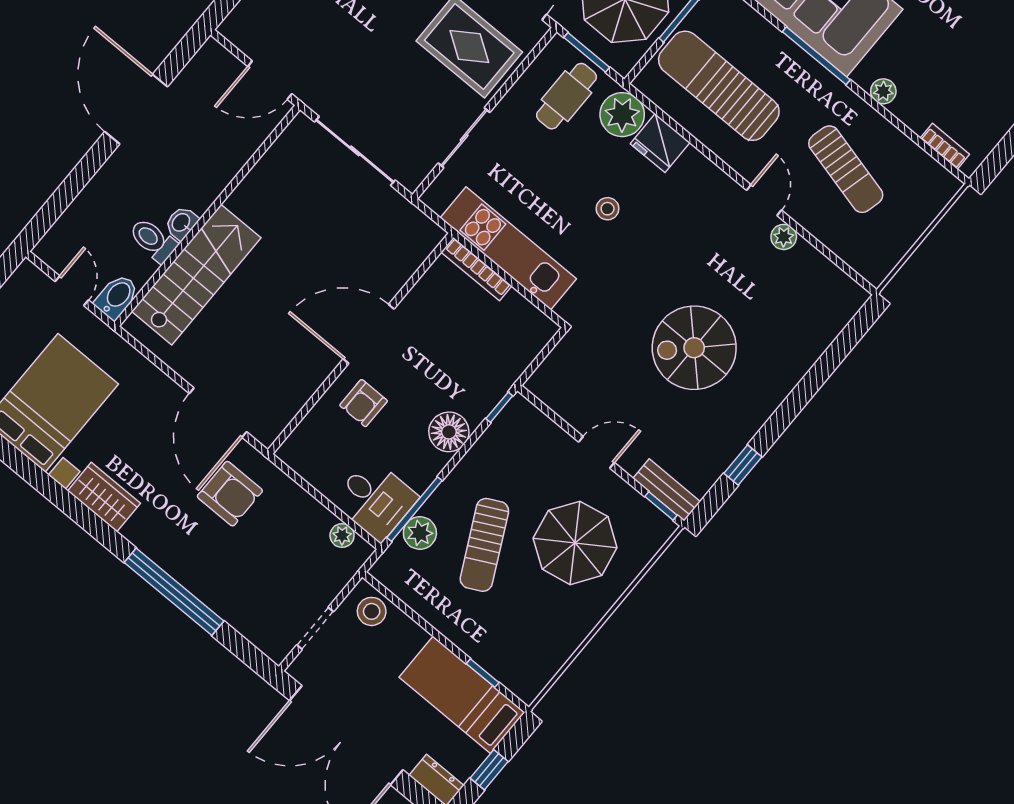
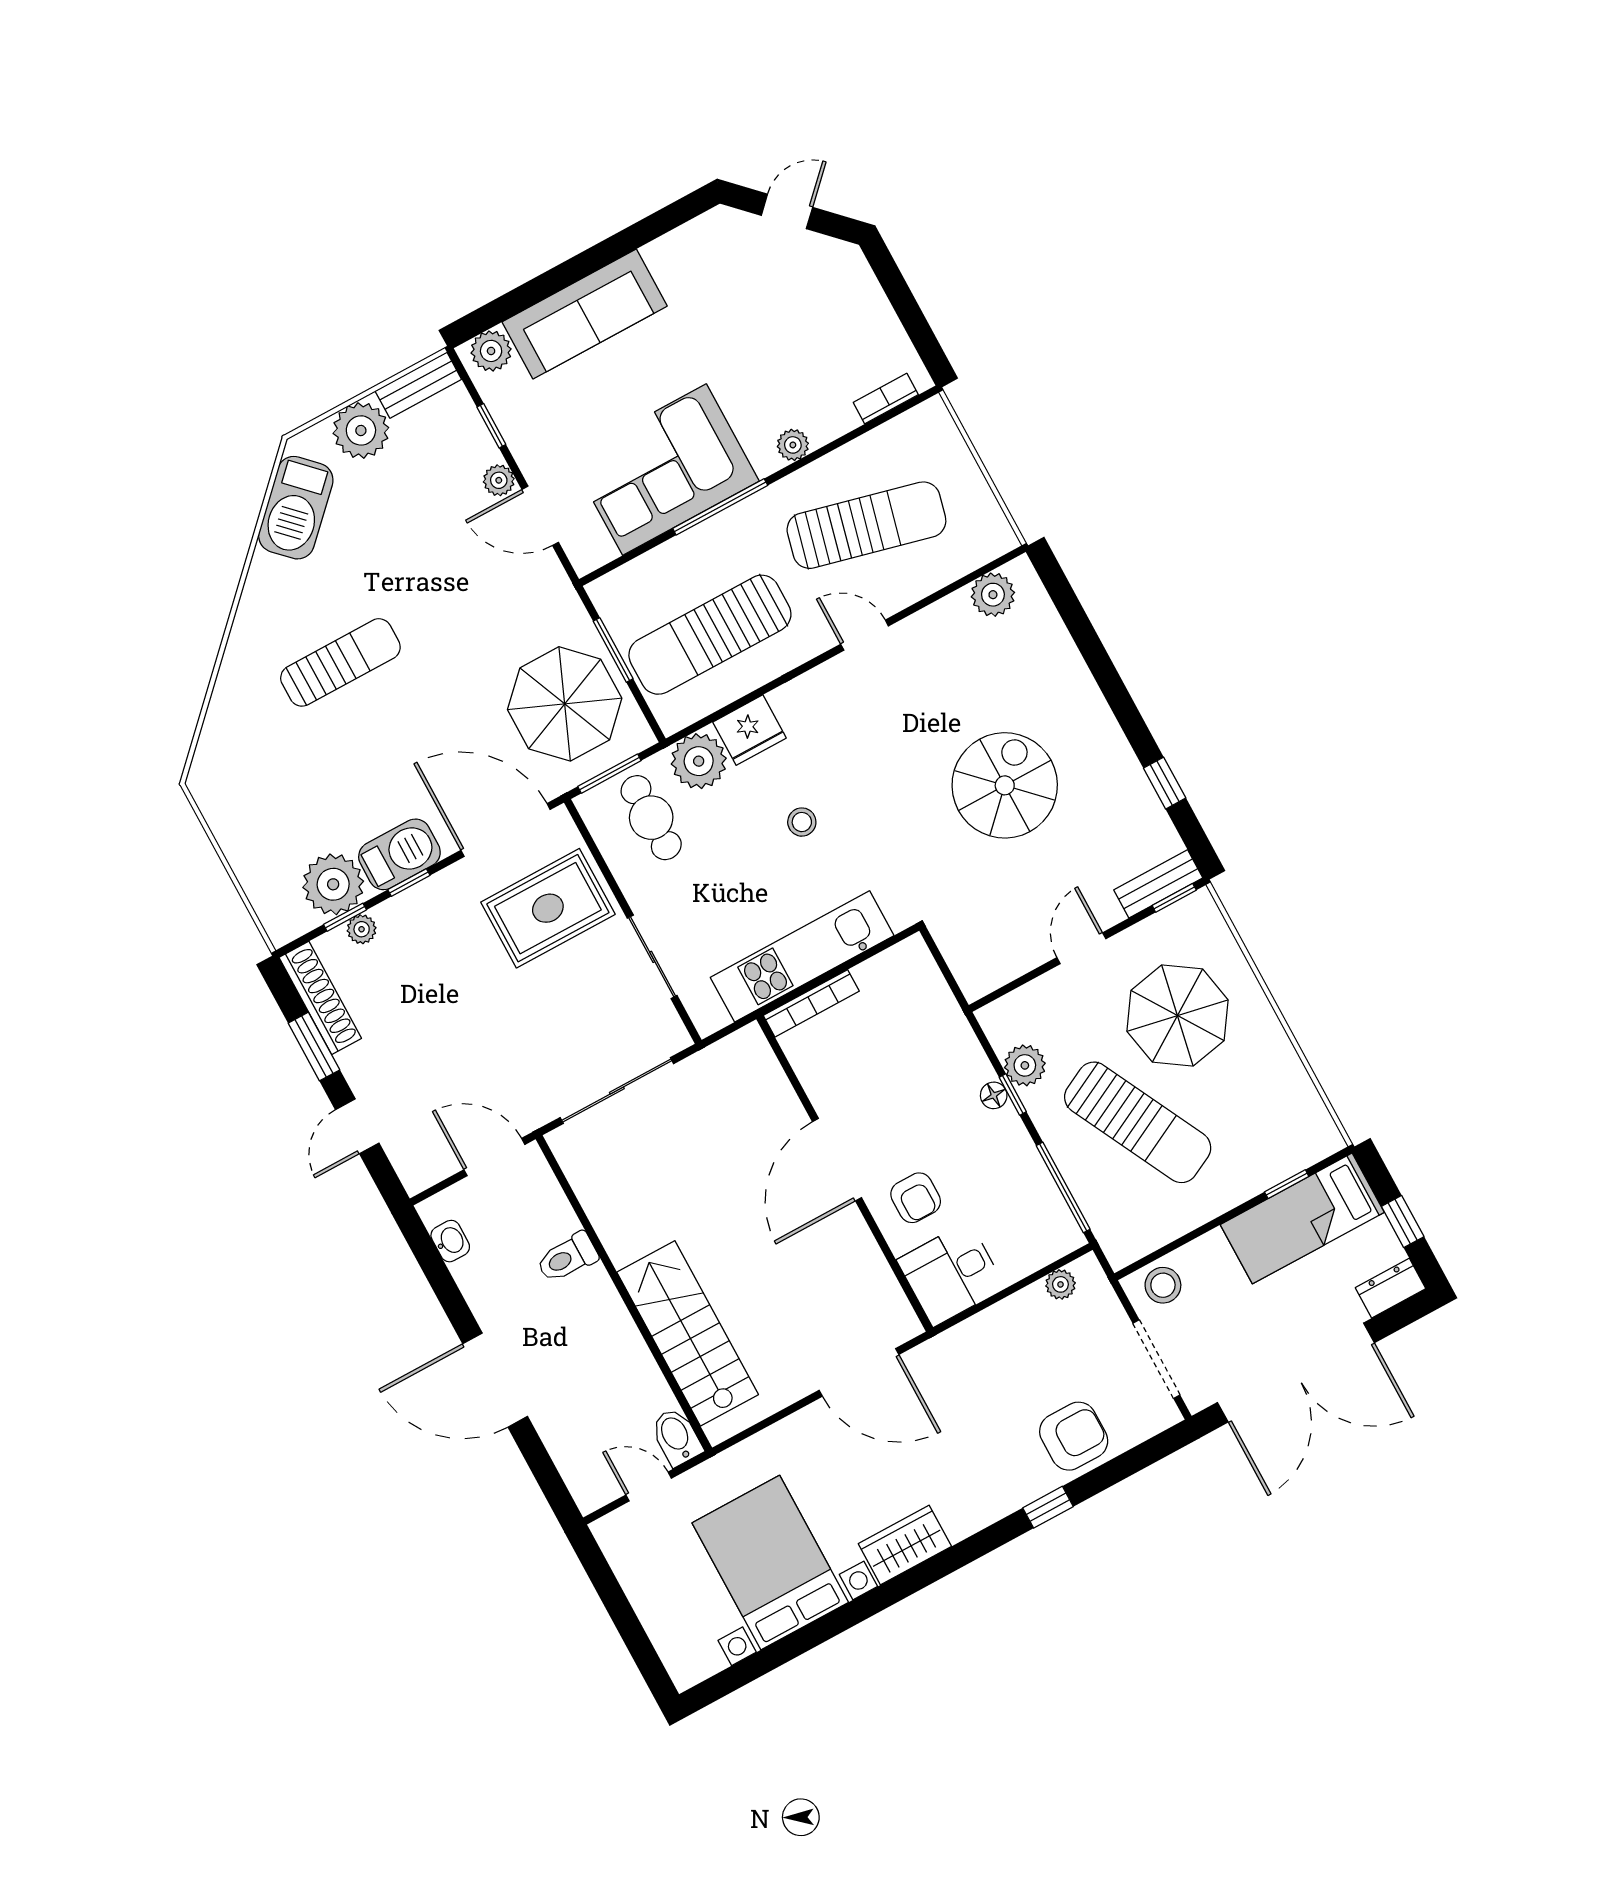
door: (270, 80) -> (494, 1157), swing flipped
door: (136, 109) -> (495, 1380), moved
sun lounger: (846, 169) -> (866, 525), width x1.36, depth x1.34
washbasin: (181, 223) -> (450, 1241), moved, turned 180
plant: (784, 237) -> (993, 595), moved, width x1.38, depth x1.38
toilet: (153, 240) -> (567, 1258), moved
spiral stairs: (694, 348) -> (1005, 785), turned 180
window: (499, 407) -> (1013, 1095), moved
floor lamp: (449, 432) -> (994, 1095), width x0.53, depth x0.53
armchair: (230, 494) -> (1074, 1436), moved
desk: (375, 500) -> (951, 1274), moved, turned 180
plant: (420, 533) -> (1025, 1065), moved
sun lounger: (484, 545) -> (1138, 1122), width x1.36, depth x1.34
window: (174, 592) -> (1048, 1507), width x0.32
doorway: (315, 628) -> (1156, 1359), width x1.38

